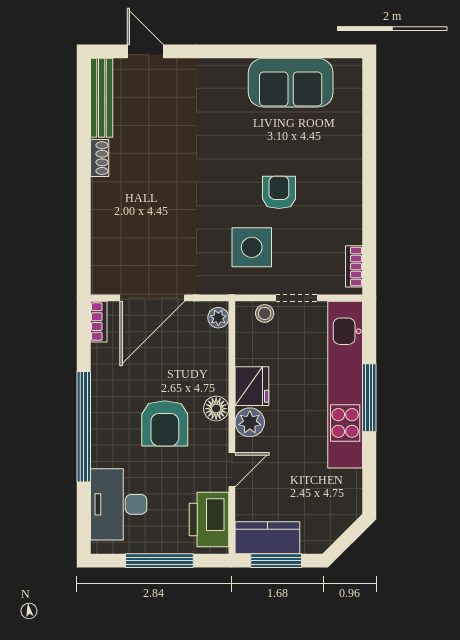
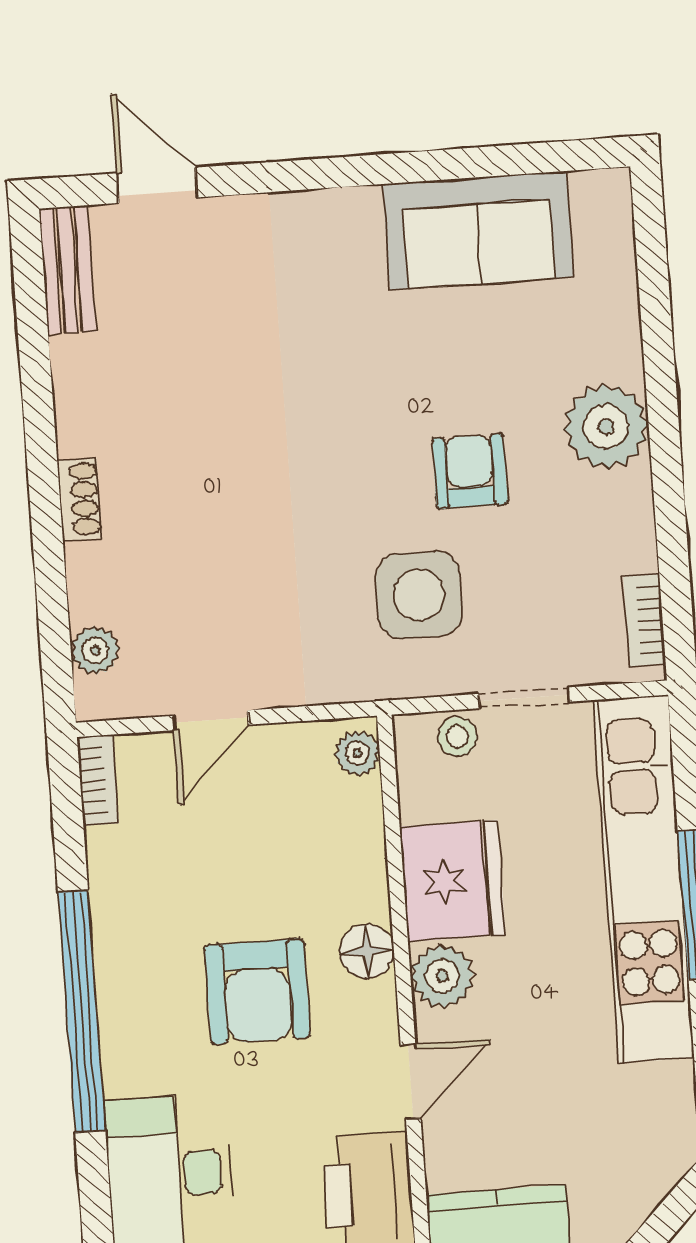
bench: (102, 98) -> (68, 270), width x0.73
shoe rack: (100, 158) -> (80, 499), moved
plant: (343, 176) -> (606, 427), added
plant: (102, 262) -> (95, 650), added
door: (152, 298) -> (211, 720), width x0.53
fridge: (252, 386) -> (452, 881), width x1.36, depth x1.34

